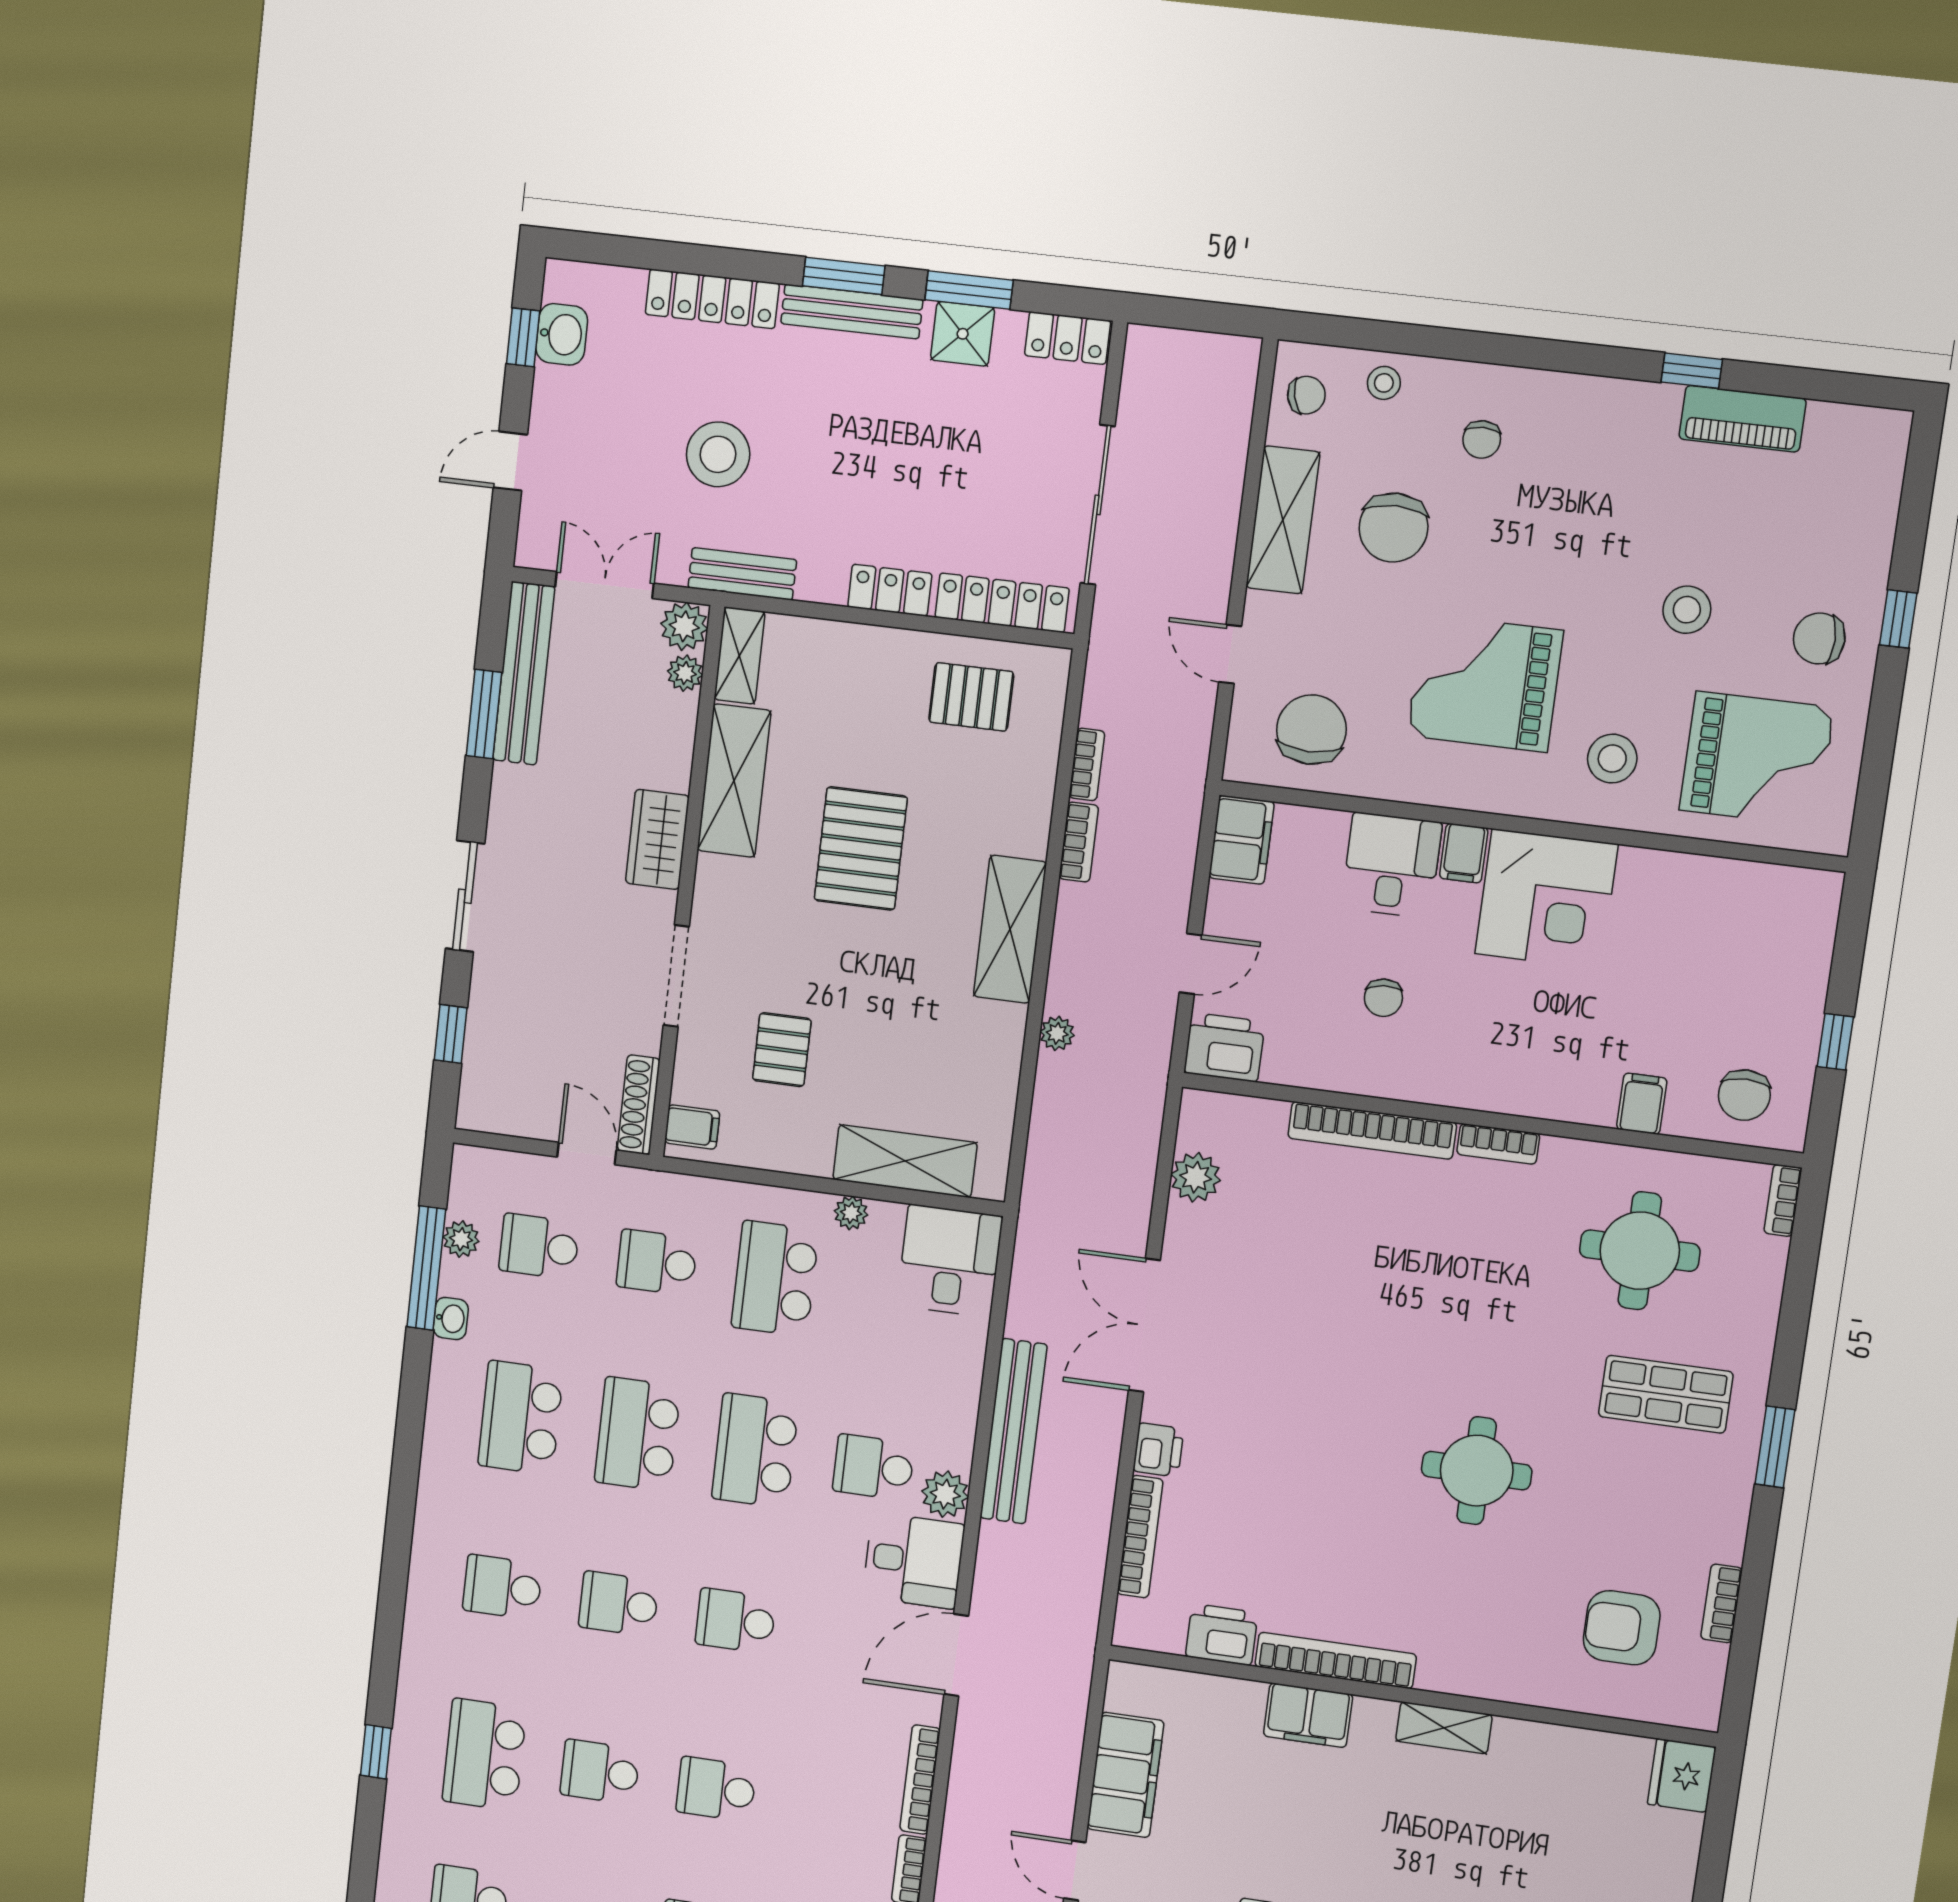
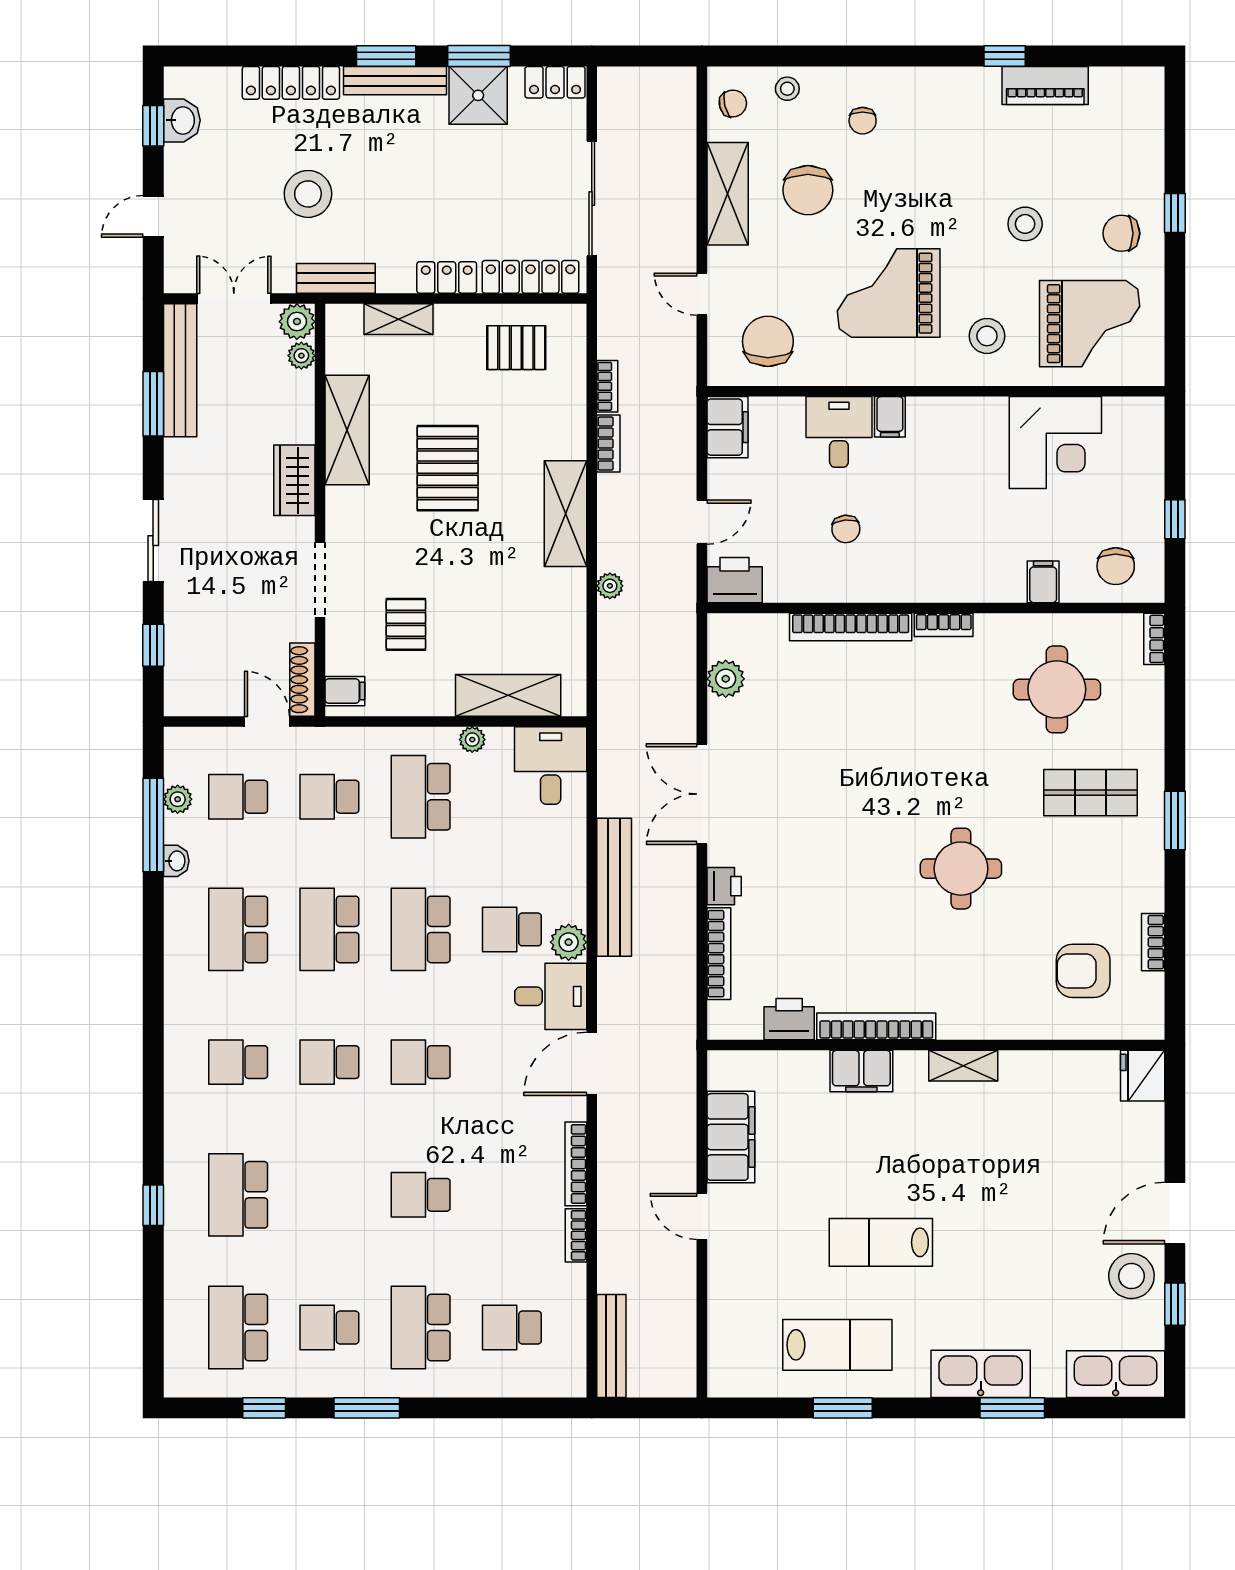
shower: (963, 334) -> (478, 95), width x1.36, depth x1.36
shelving: (739, 656) -> (398, 319), moved, turned 90
corner desk: (1546, 899) -> (1055, 443), moved
school desk: (600, 1772) -> (329, 1195), removed

